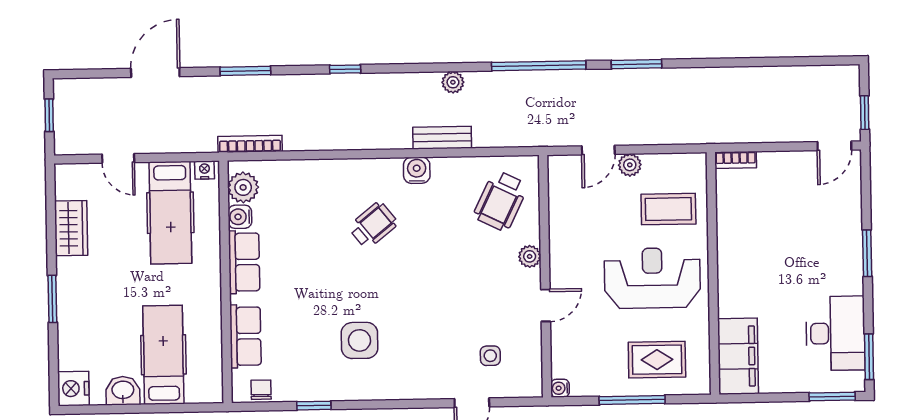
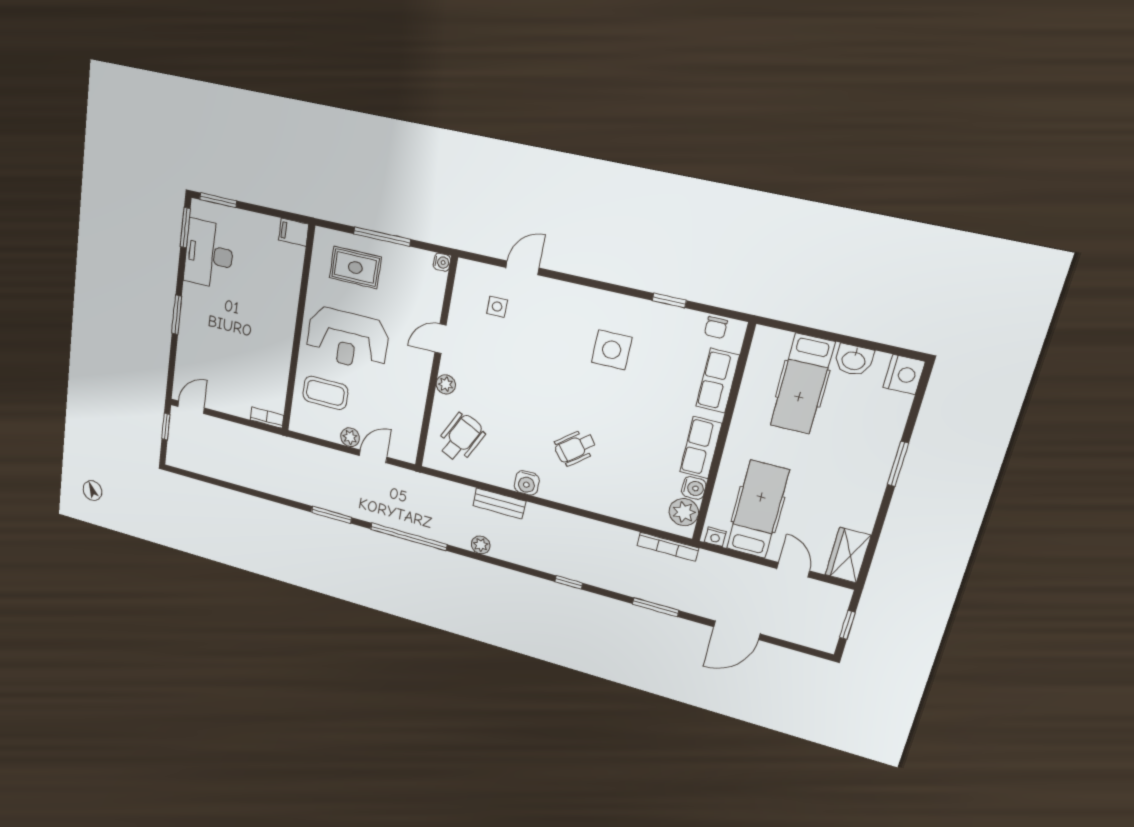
wardrobe: (71, 228) -> (848, 555), moved
filing cabinet: (738, 356) -> (294, 232), width x0.33, depth x0.86

